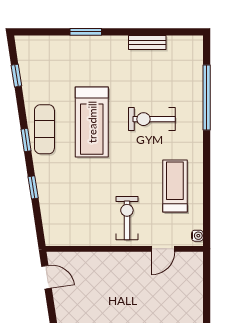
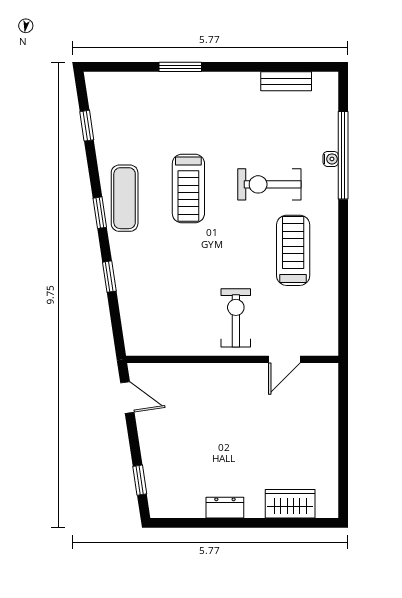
bench: (147, 43) -> (286, 81), moved
treadmill: (92, 122) -> (188, 188), width x0.73, depth x0.73
treadmill: (175, 186) -> (293, 250), moved
water cooler: (197, 236) -> (331, 159), moved

